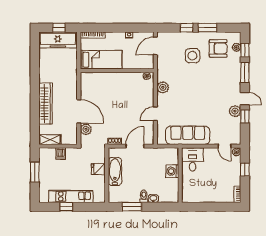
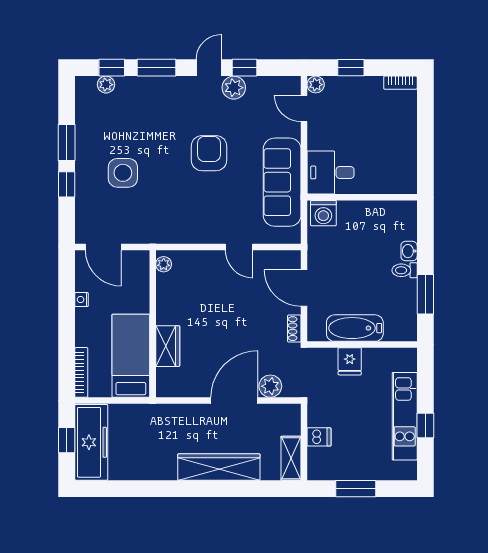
armchair: (218, 48) -> (209, 153), moved
wardrobe: (106, 78) -> (168, 346), added
plant: (163, 87) -> (186, 232), removed
door: (225, 146) -> (304, 108), swing flipped
washing machine: (172, 171) -> (323, 213), moved

